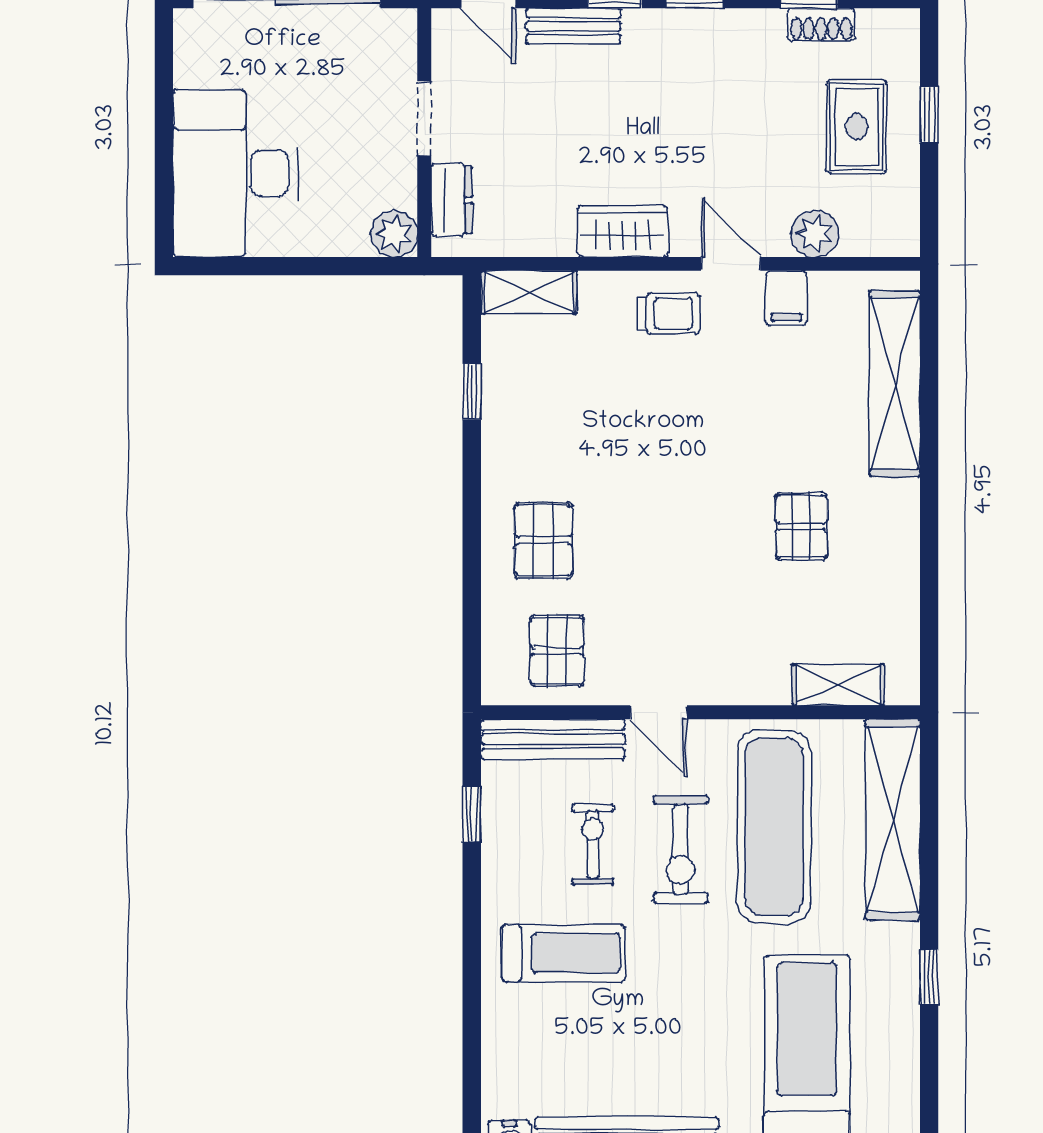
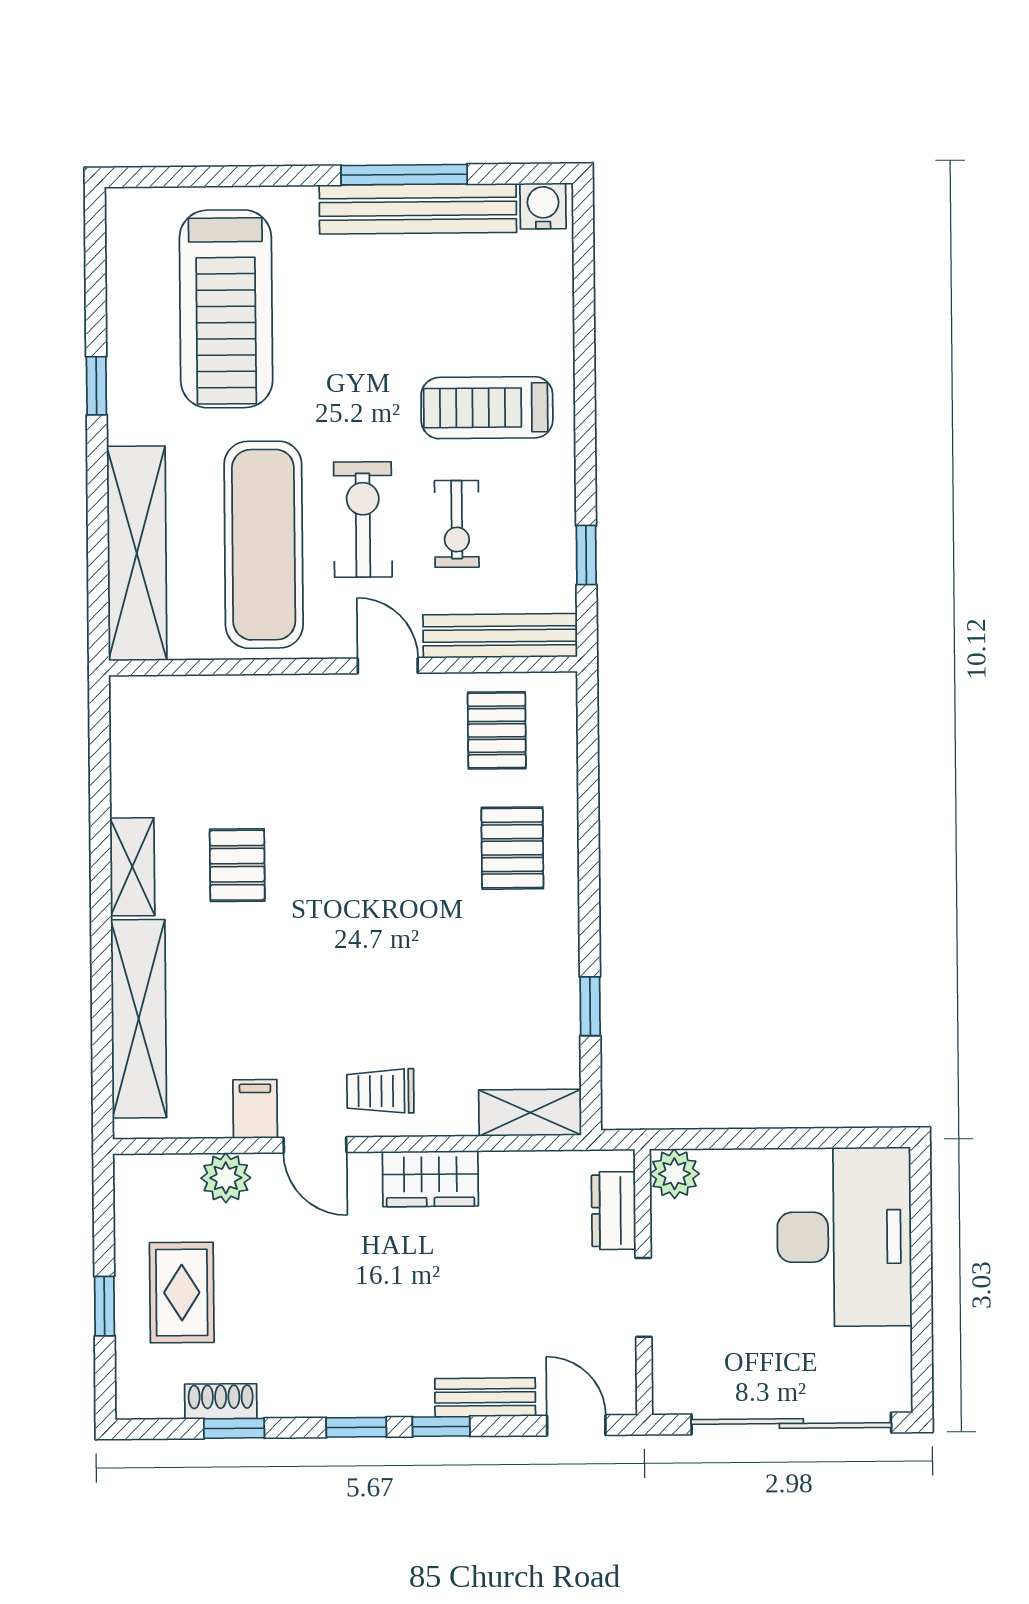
shelving: (838, 685) -> (132, 867), moved, turned 90

